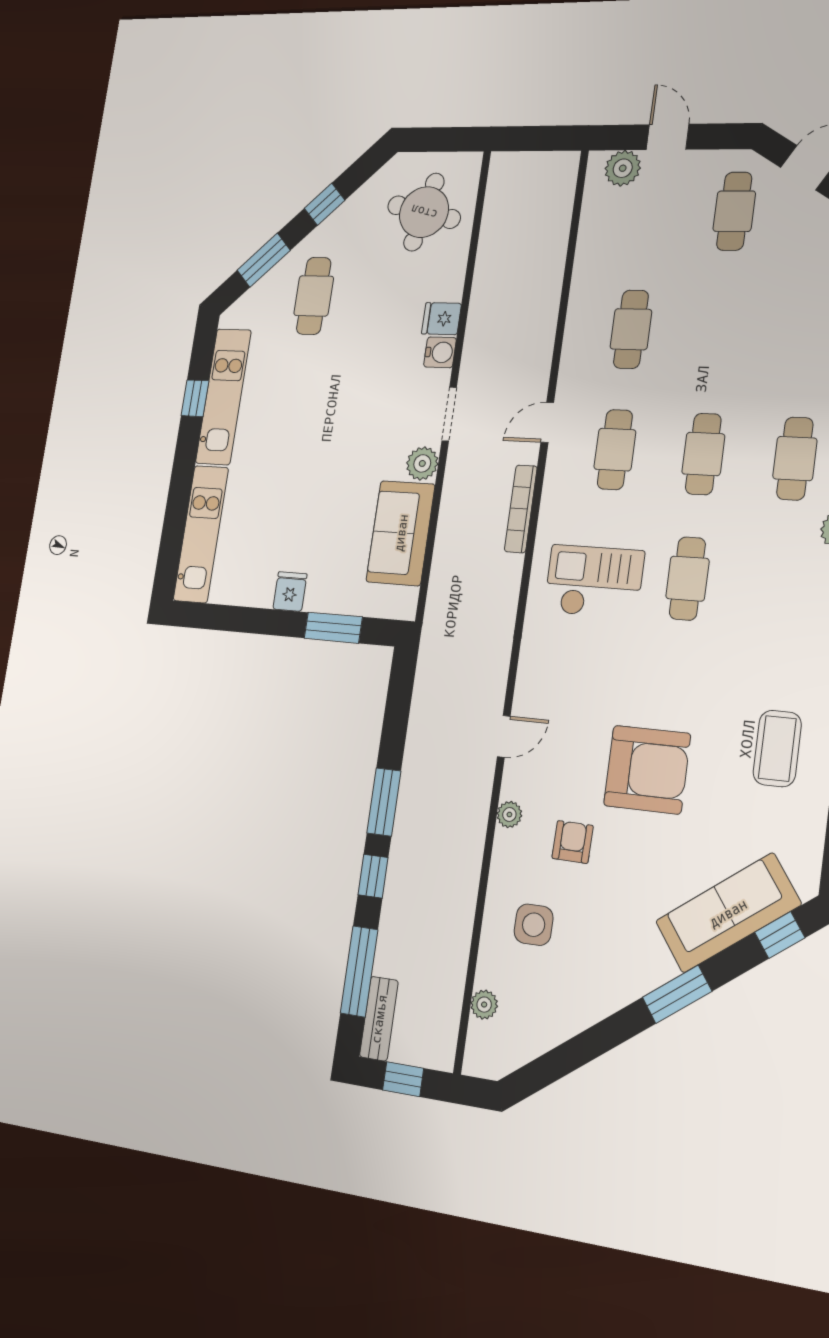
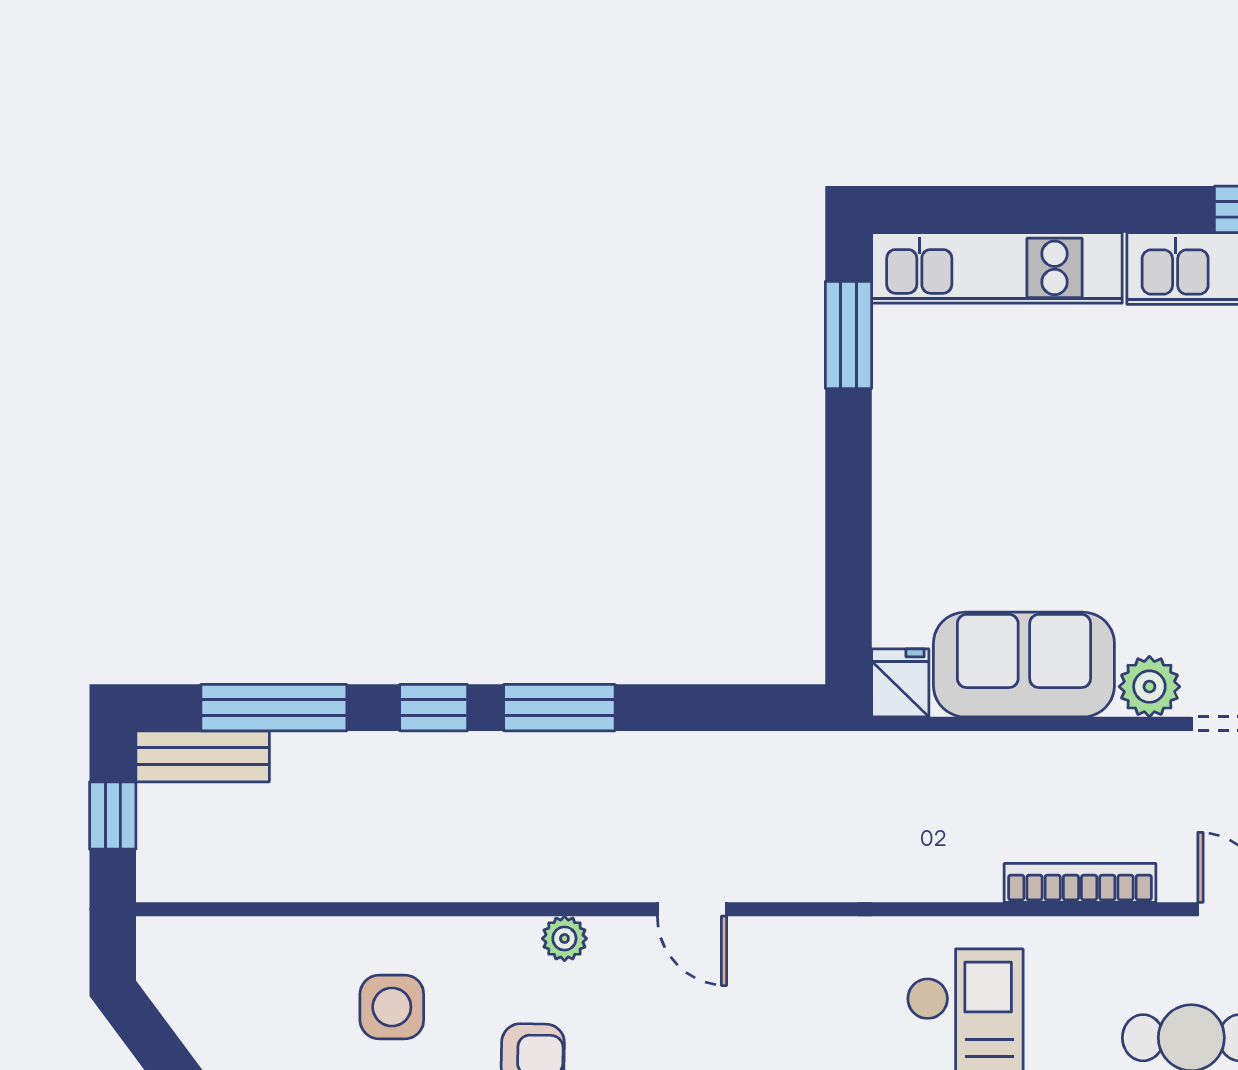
fridge: (290, 591) -> (900, 683), moved, turned -90
window: (333, 628) -> (849, 335), moved
plant: (484, 1005) -> (253, 940), removed

